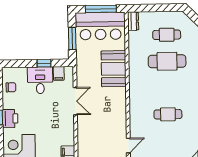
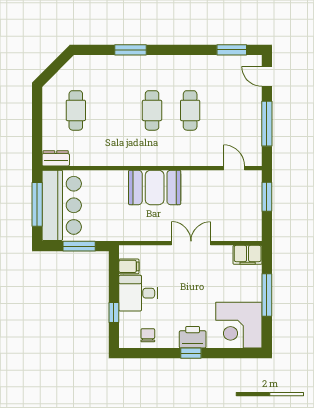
cafe table: (167, 61) -> (152, 110), moved, width x0.73, depth x0.74
window: (44, 63) -> (114, 313), moved
booth: (114, 69) -> (155, 187), moved
double door: (75, 101) -> (191, 243), moved

